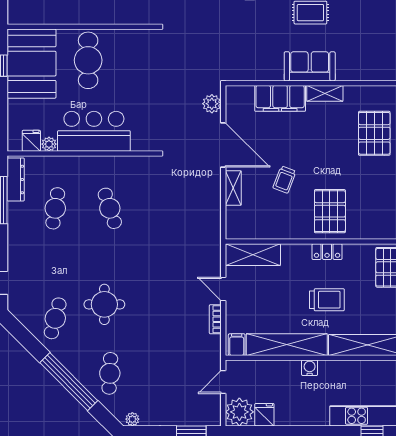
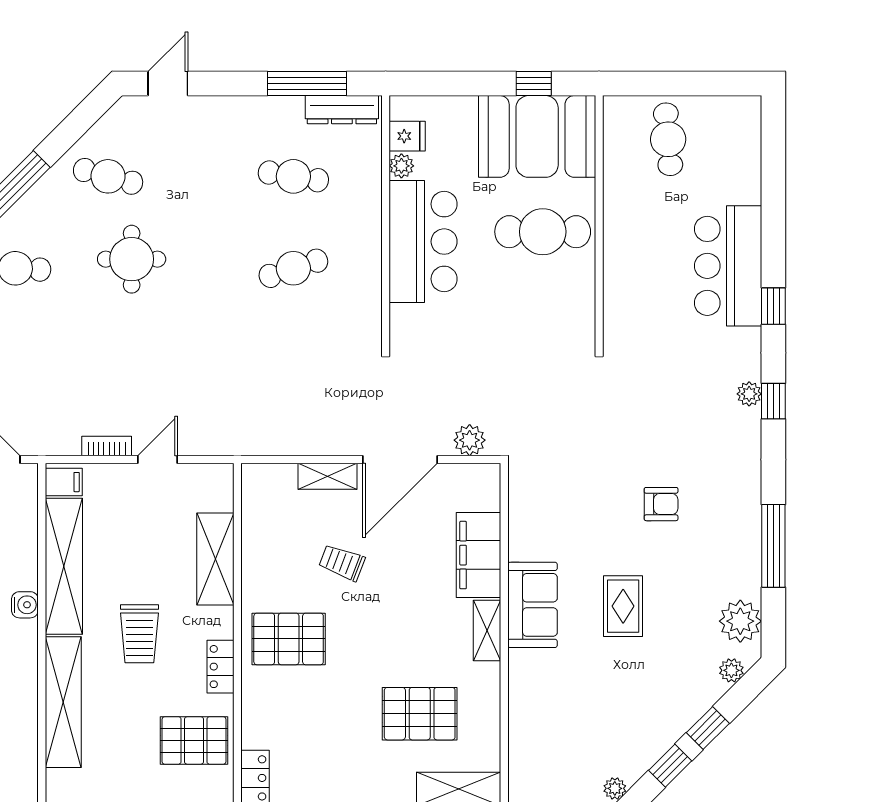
locker: (327, 252) -> (220, 667), moved
shelving: (253, 255) -> (215, 559), moved

